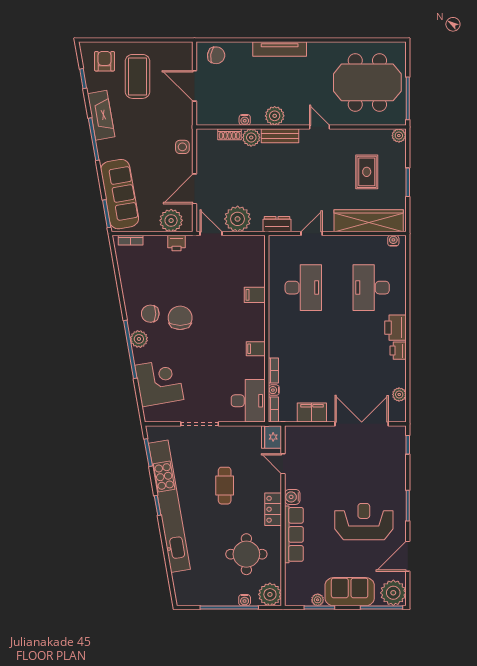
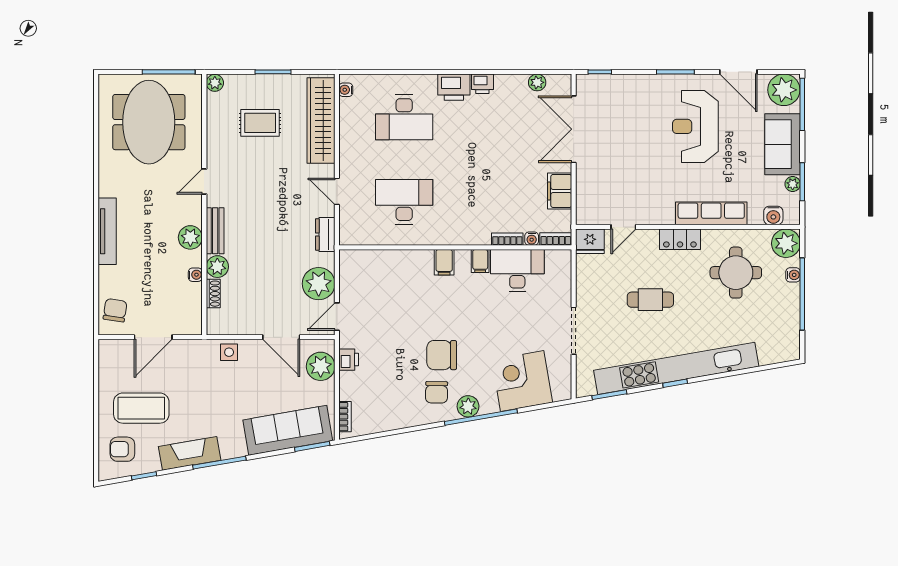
filing cabinet: (255, 295) -> (444, 262), moved
desk: (248, 401) -> (517, 270), moved
water cooler: (292, 497) -> (773, 215), moved

